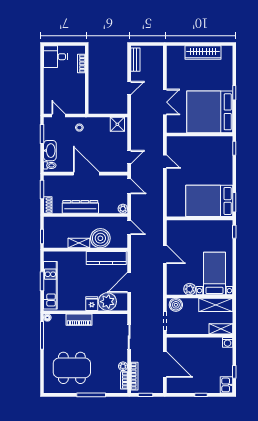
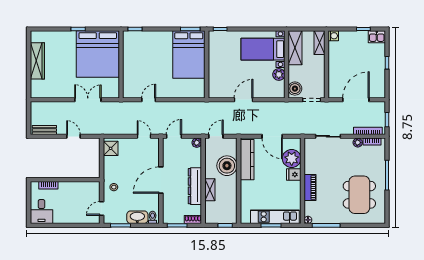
shelving: (79, 243) -> (210, 190), moved

